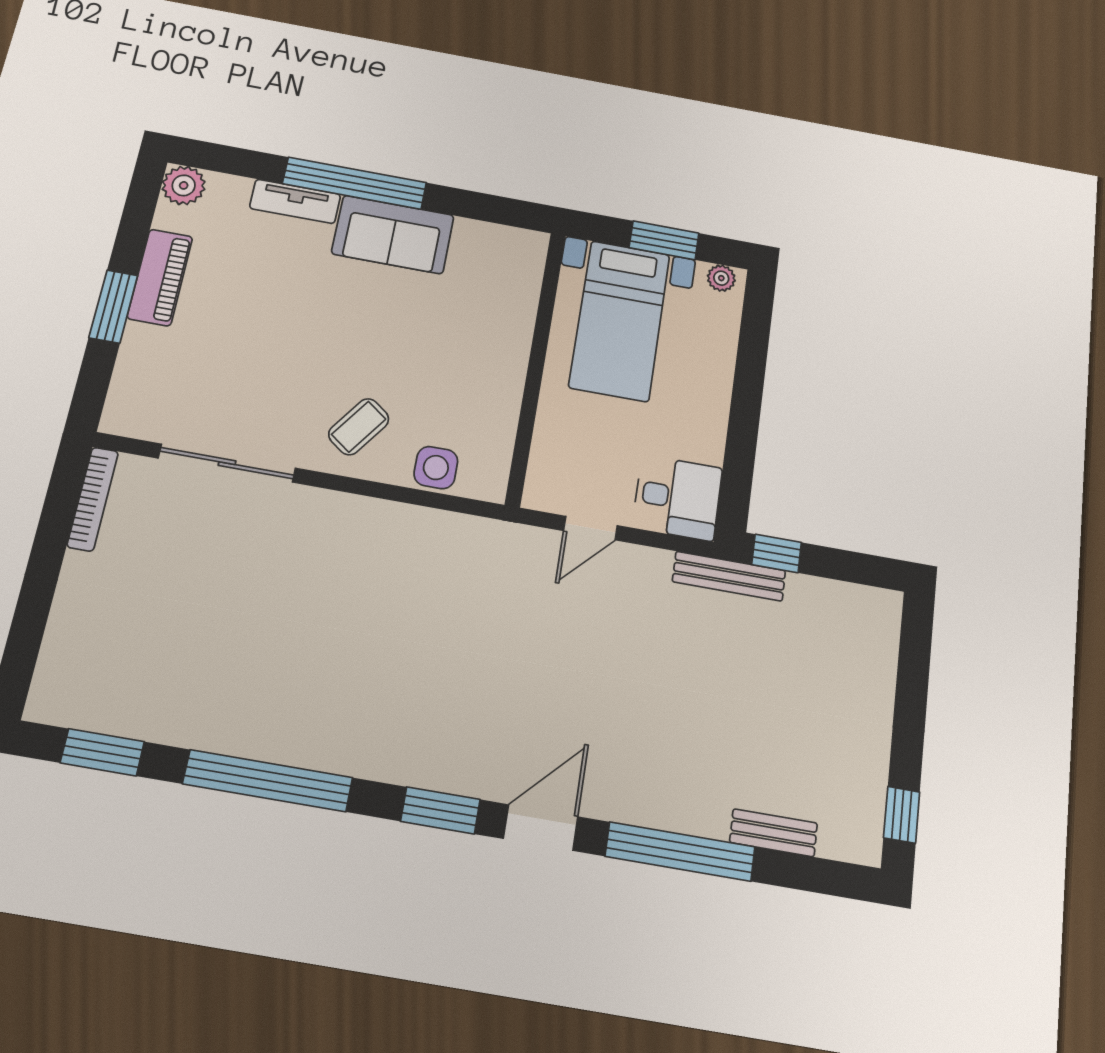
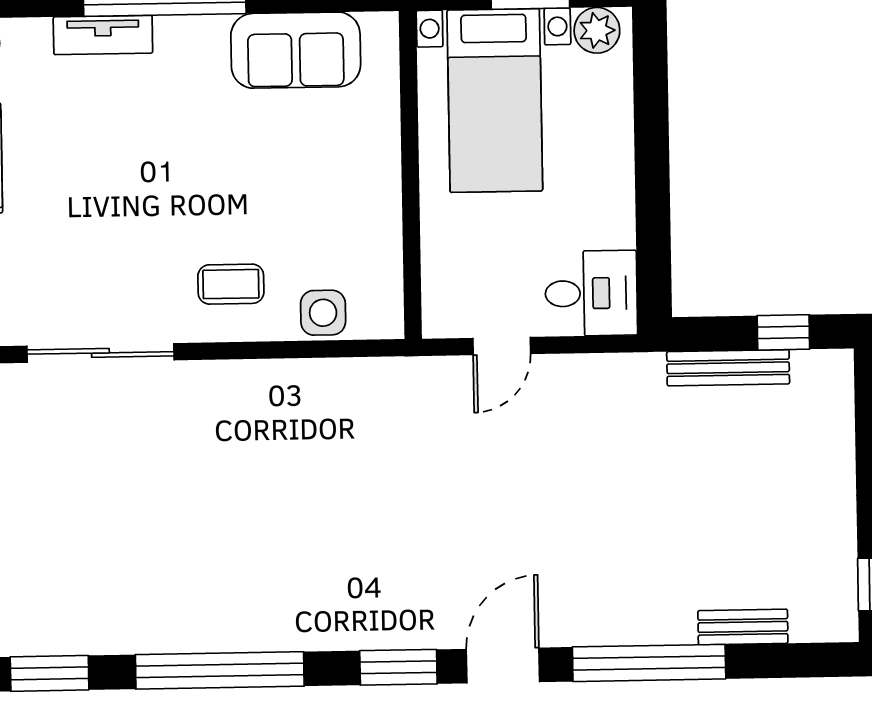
sofa: (393, 234) -> (296, 50), moved
plant: (721, 278) -> (597, 30), width x1.38, depth x1.38
coffee table: (359, 427) -> (231, 284), turned 54
window: (777, 553) -> (783, 332), moved
bench: (729, 576) -> (728, 368), moved

